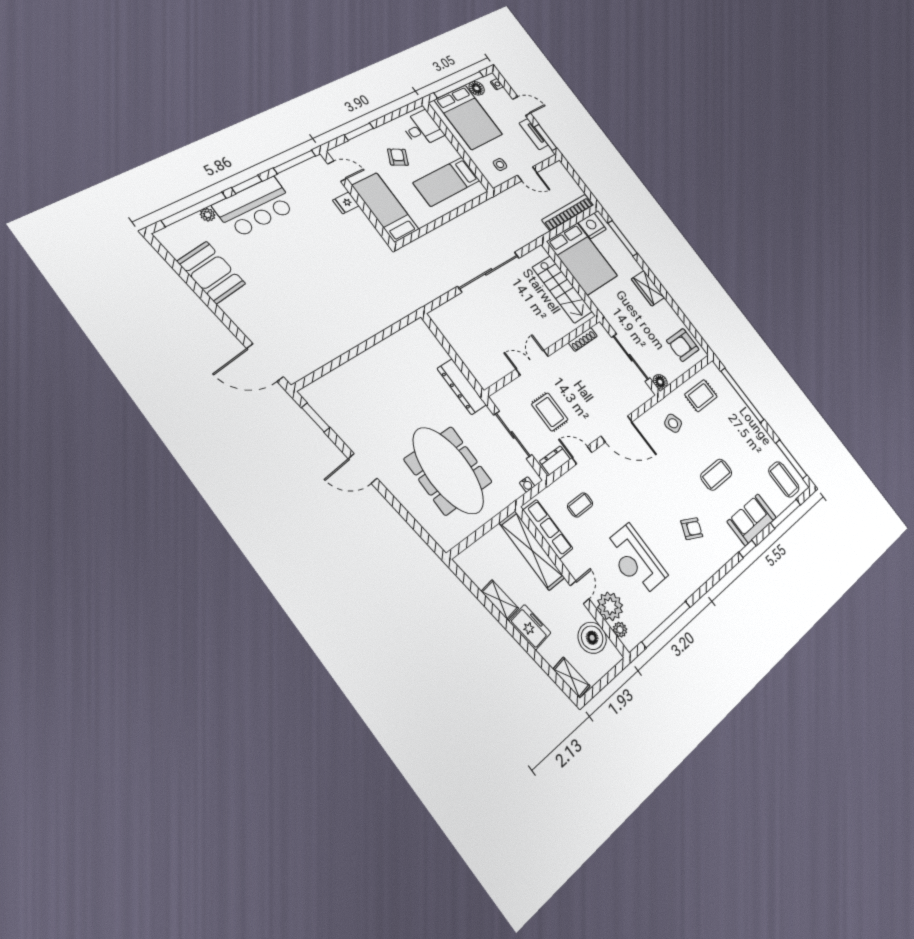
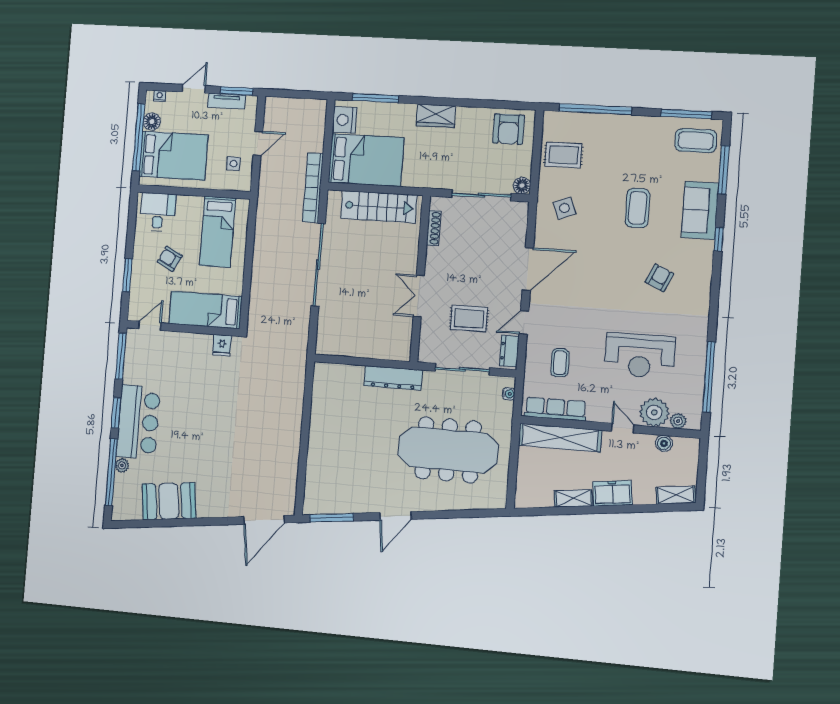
fridge: (346, 203) -> (222, 345), moved
bookcase: (568, 213) -> (313, 188), moved
rug: (701, 396) -> (563, 155), turned 90
window: (316, 417) -> (332, 518), width x1.44
boiler: (592, 638) -> (664, 443), width x0.54, depth x0.54

